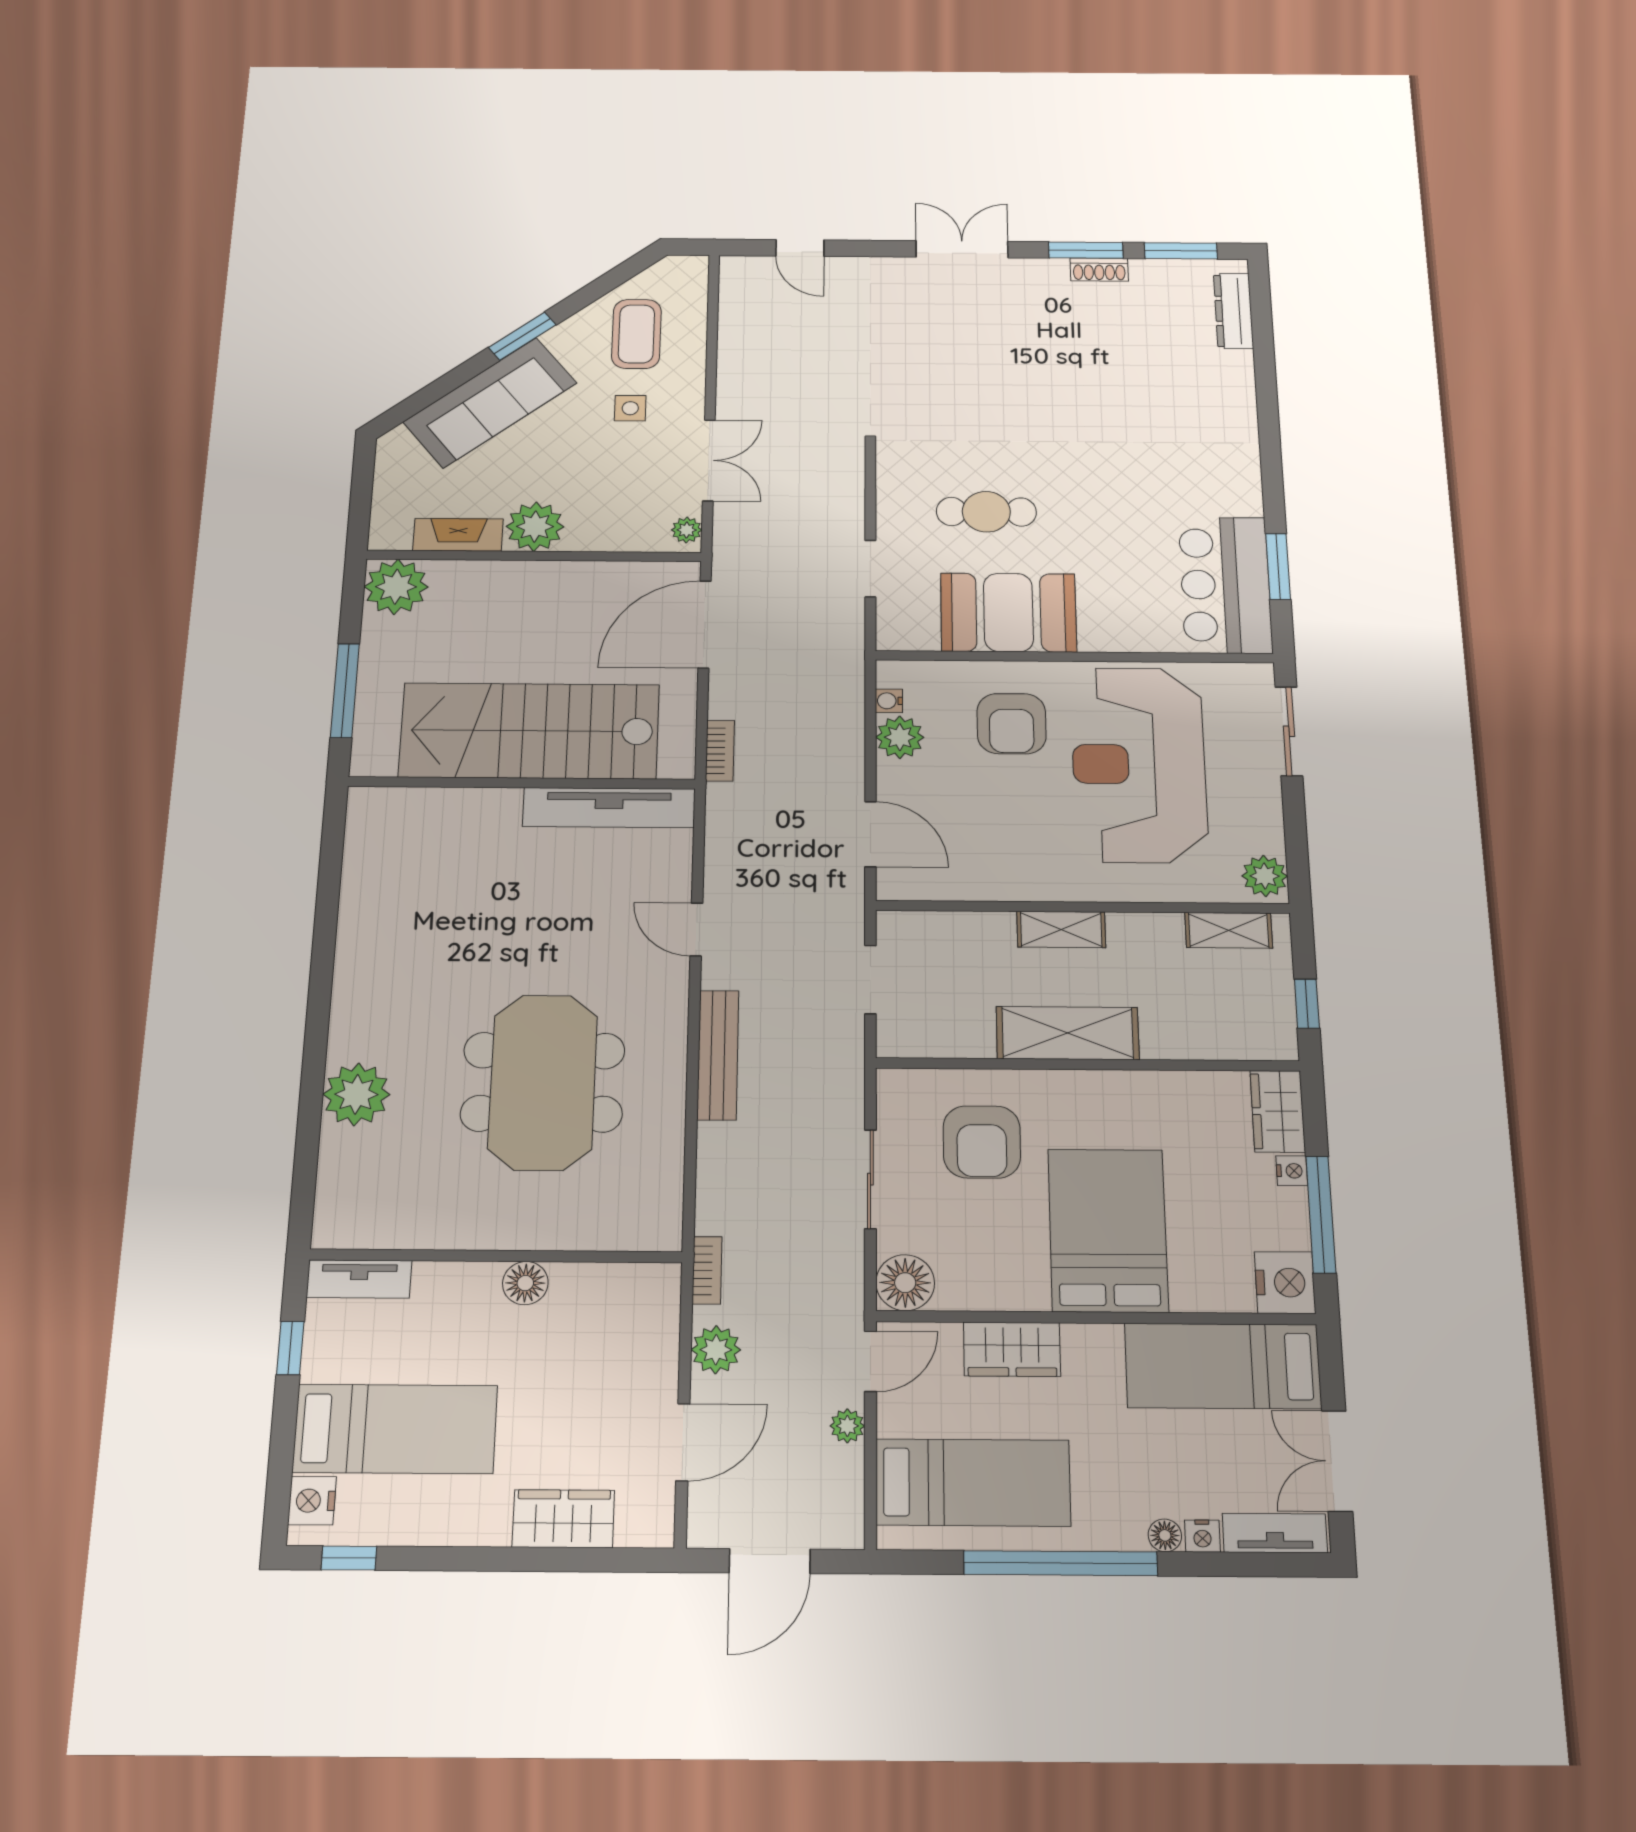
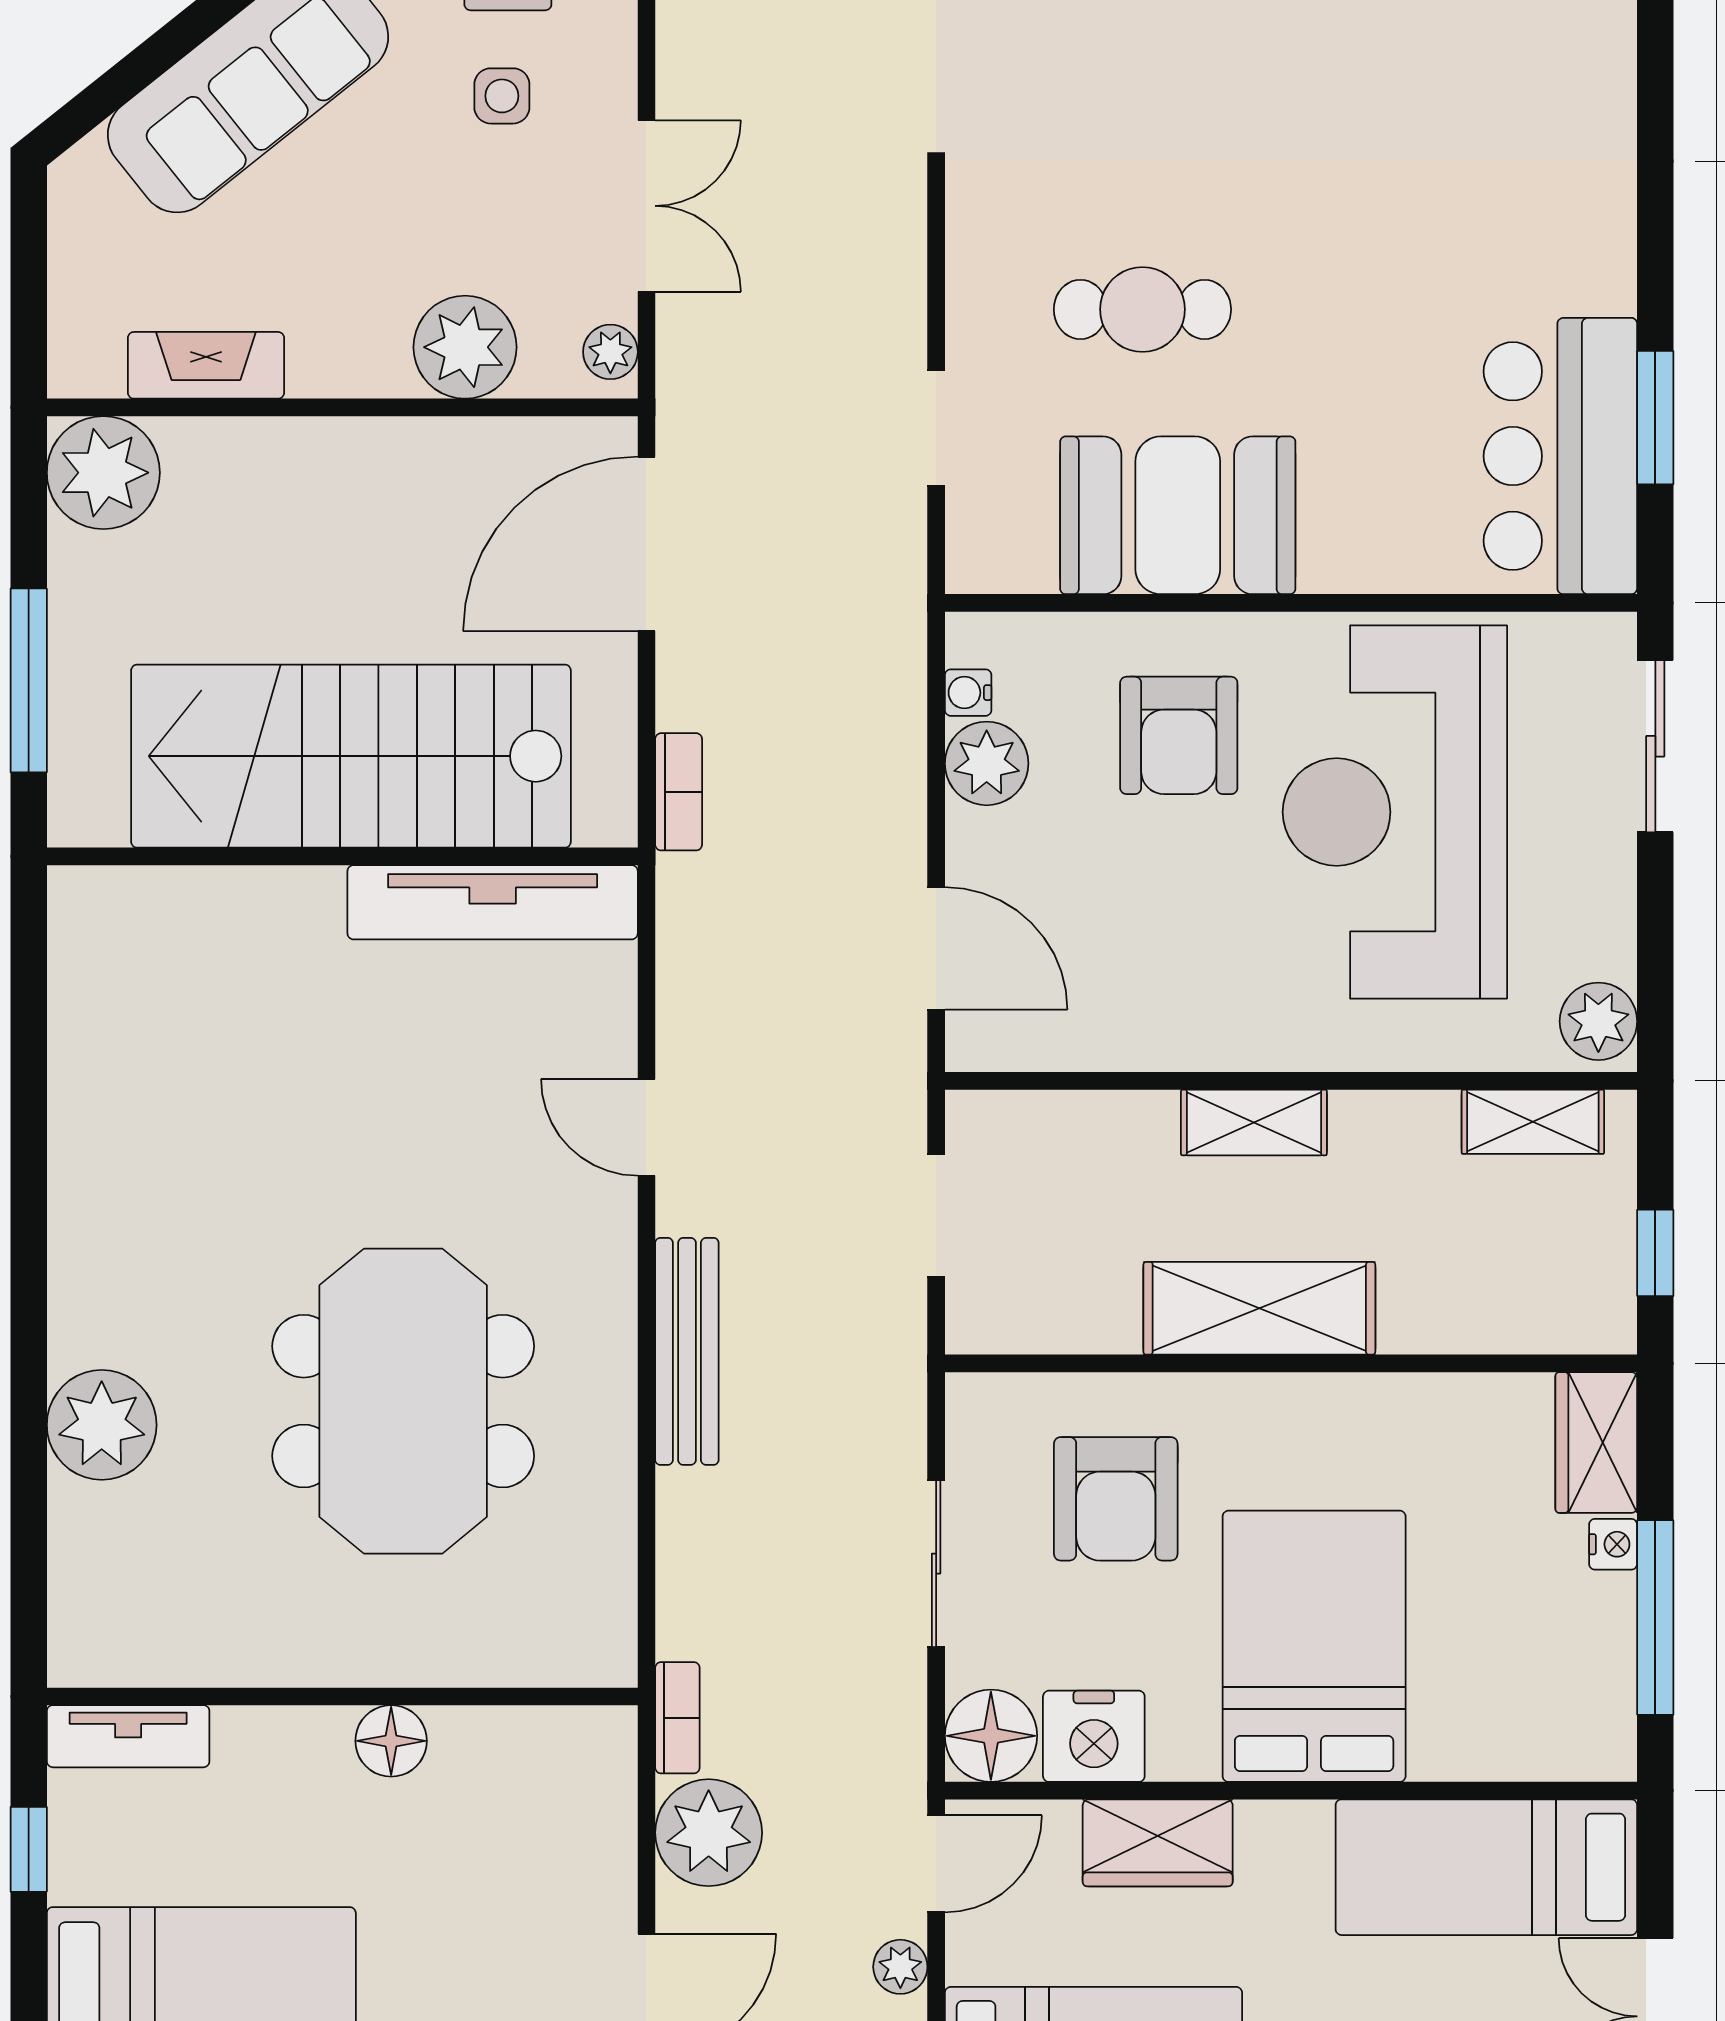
plant: (535, 527) -> (465, 347), moved
nightstand: (1285, 1283) -> (1094, 1736), moved, turned 90
plant: (716, 1350) -> (709, 1833), width x1.36, depth x1.36

